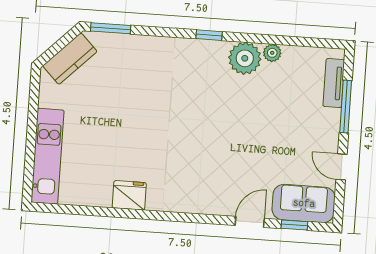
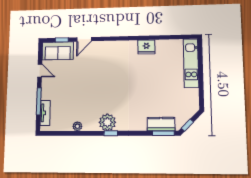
window: (65, 40) -> (187, 125), added
plant: (245, 58) -> (107, 122), moved
kitchen counter: (70, 59) -> (161, 124), moved, turned 45

